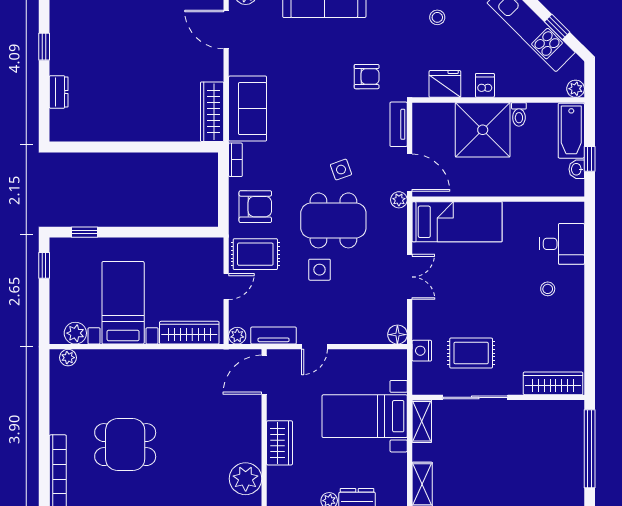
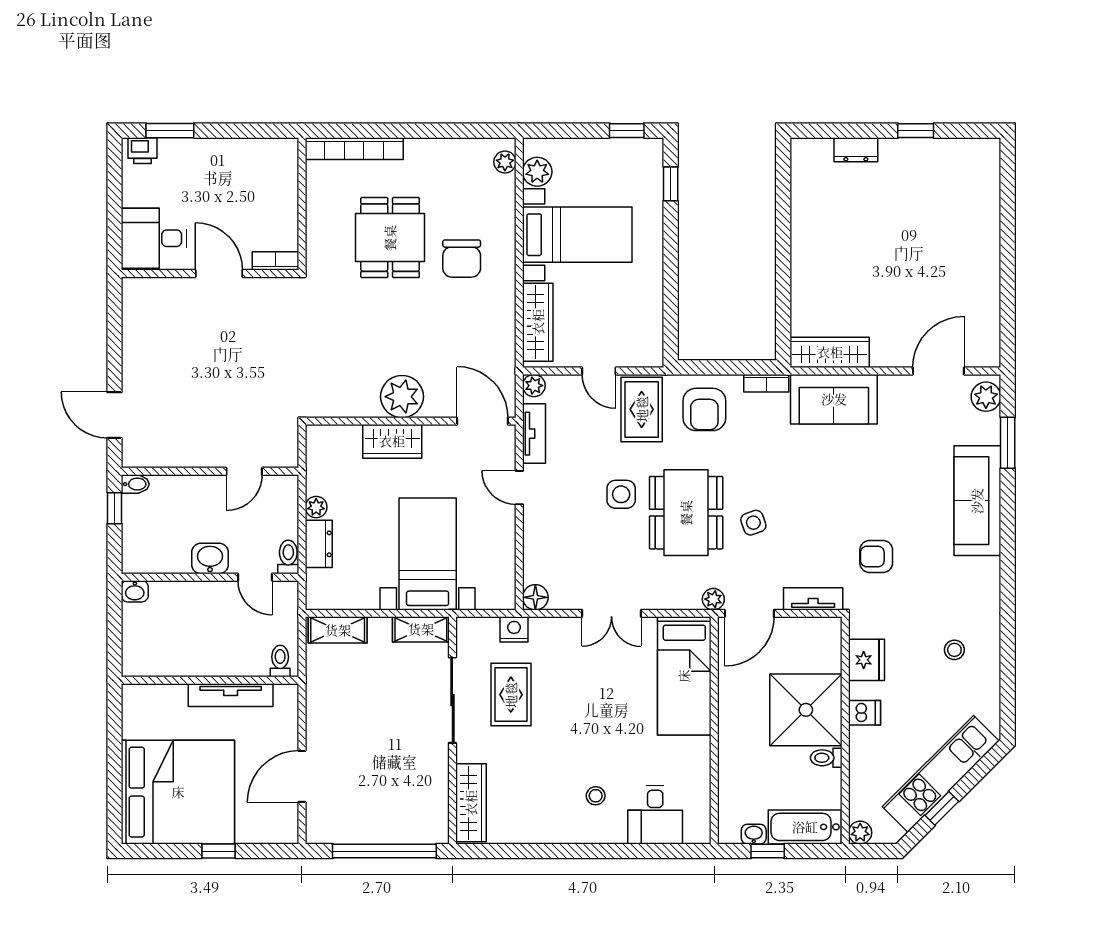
armchair: (367, 77) -> (876, 557), turned 90
chair: (141, 390) -> (462, 259), added
plant: (246, 479) -> (402, 397), moved

